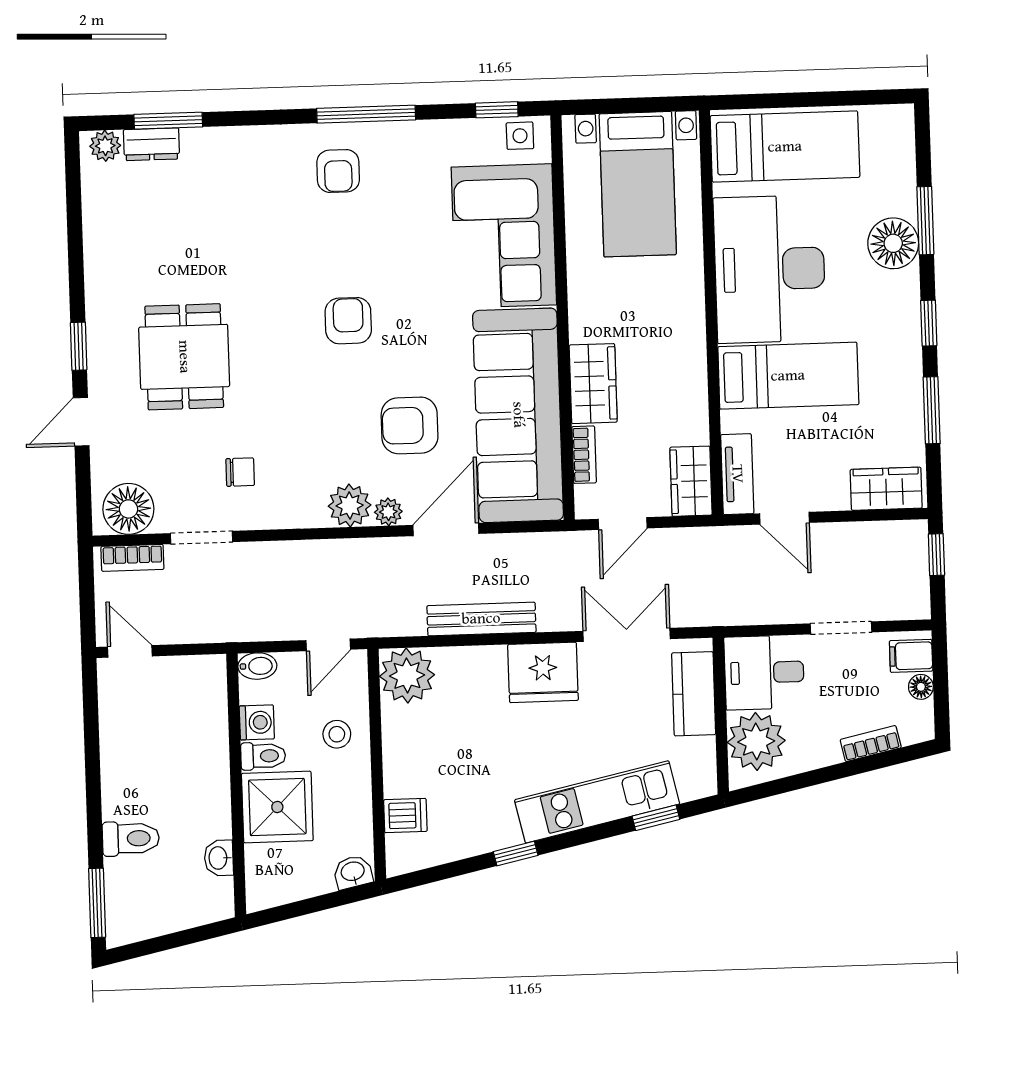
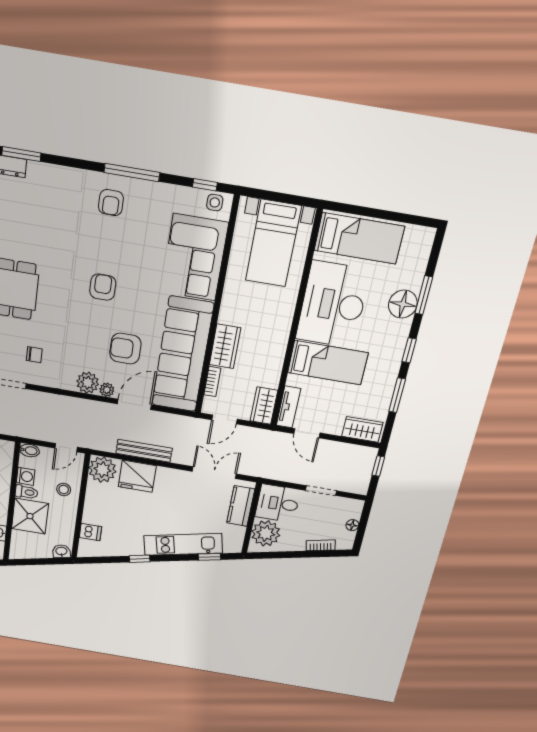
filing cabinet: (911, 656) -> (352, 510), removed
fridge: (543, 672) -> (137, 476), moved

